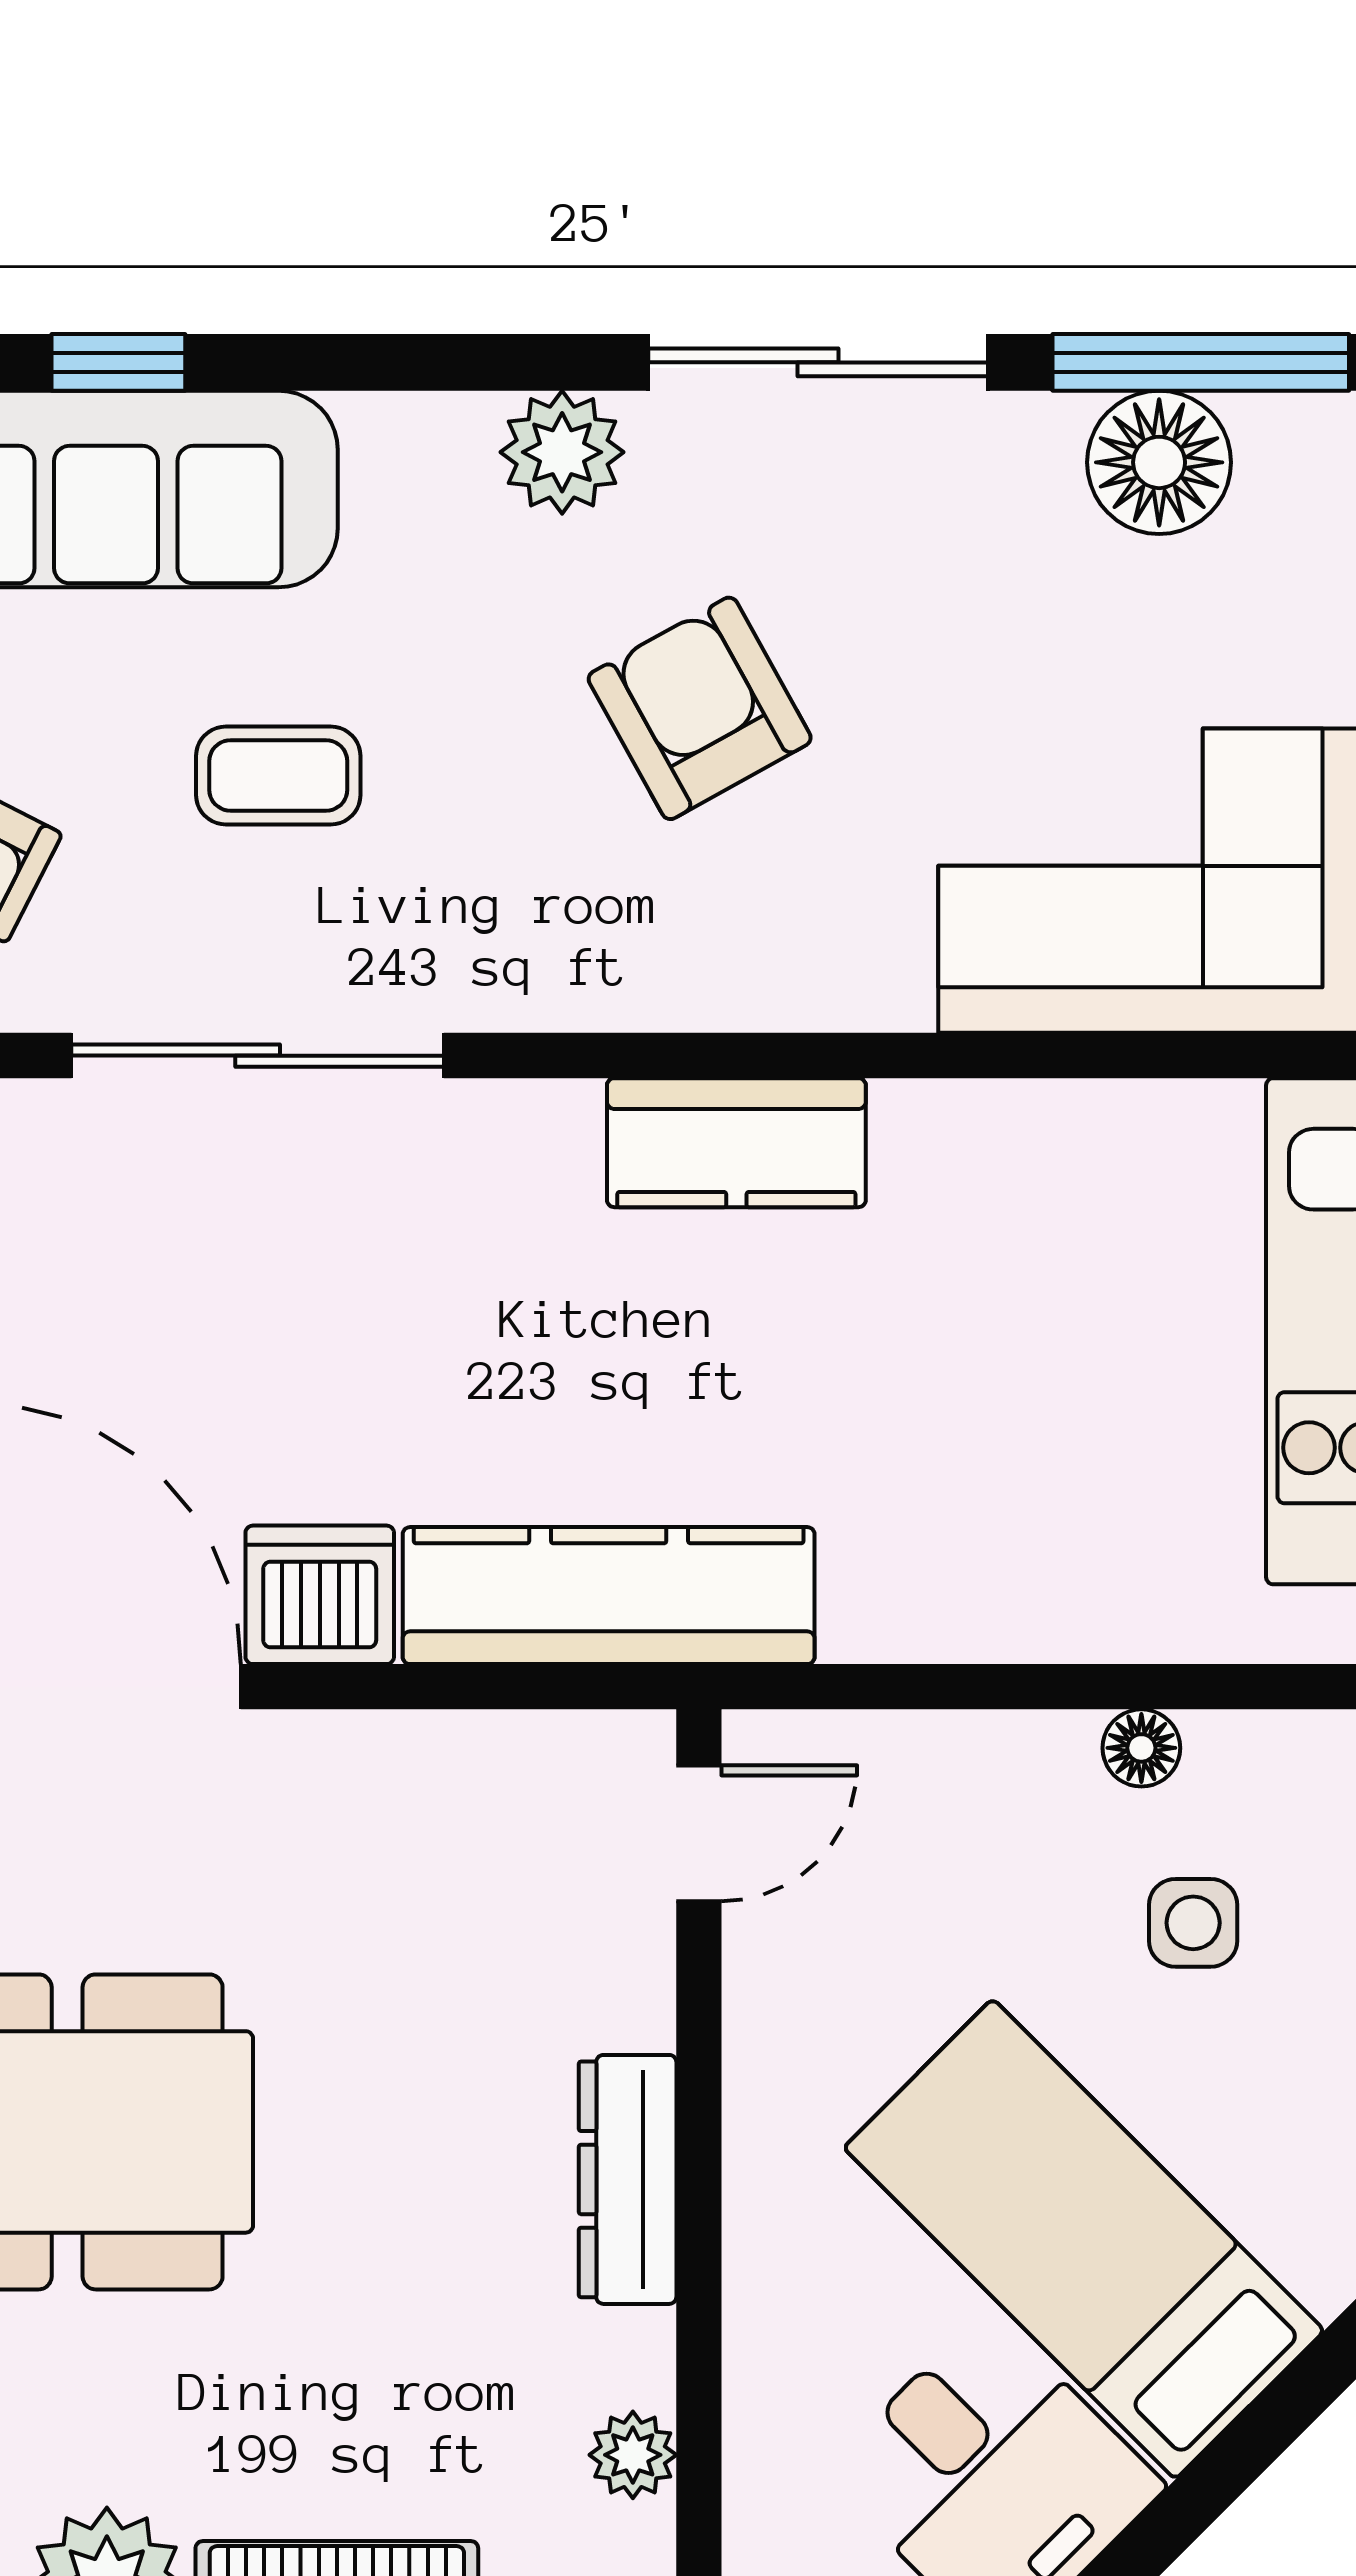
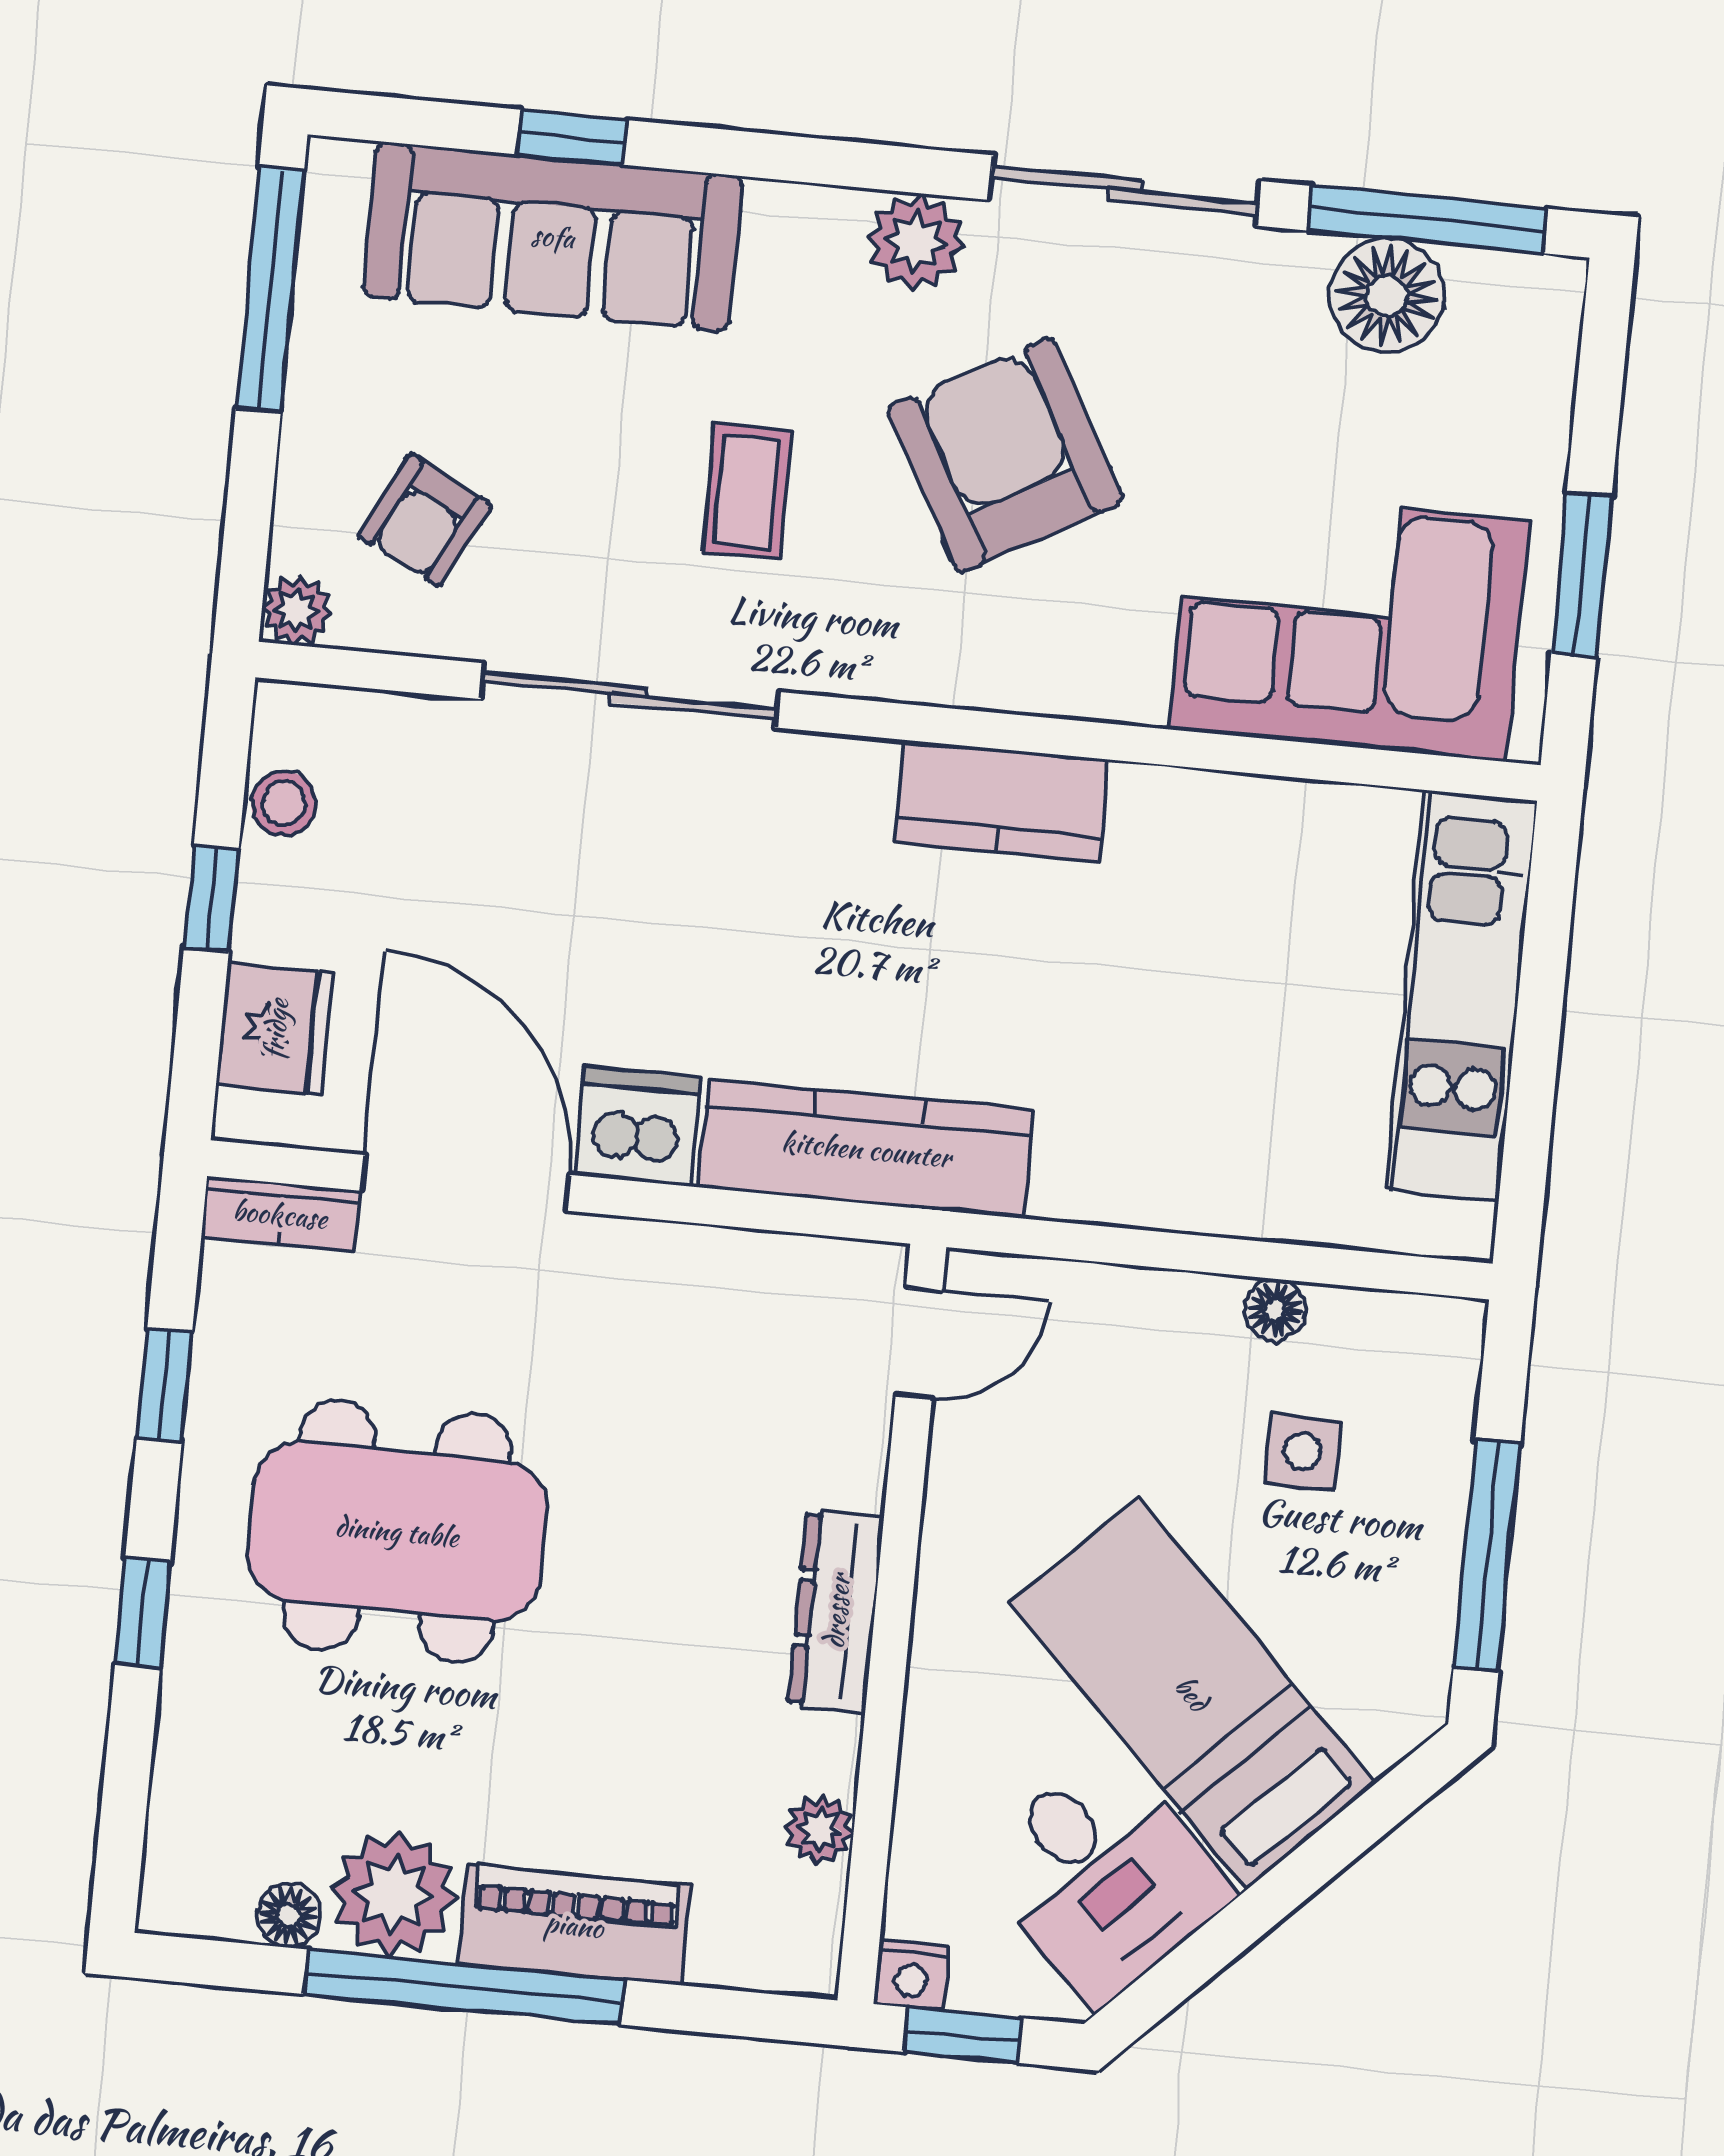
armchair: (700, 708) -> (1005, 455), width x1.36, depth x1.36
coffee table: (278, 775) -> (747, 491), moved, turned 90

